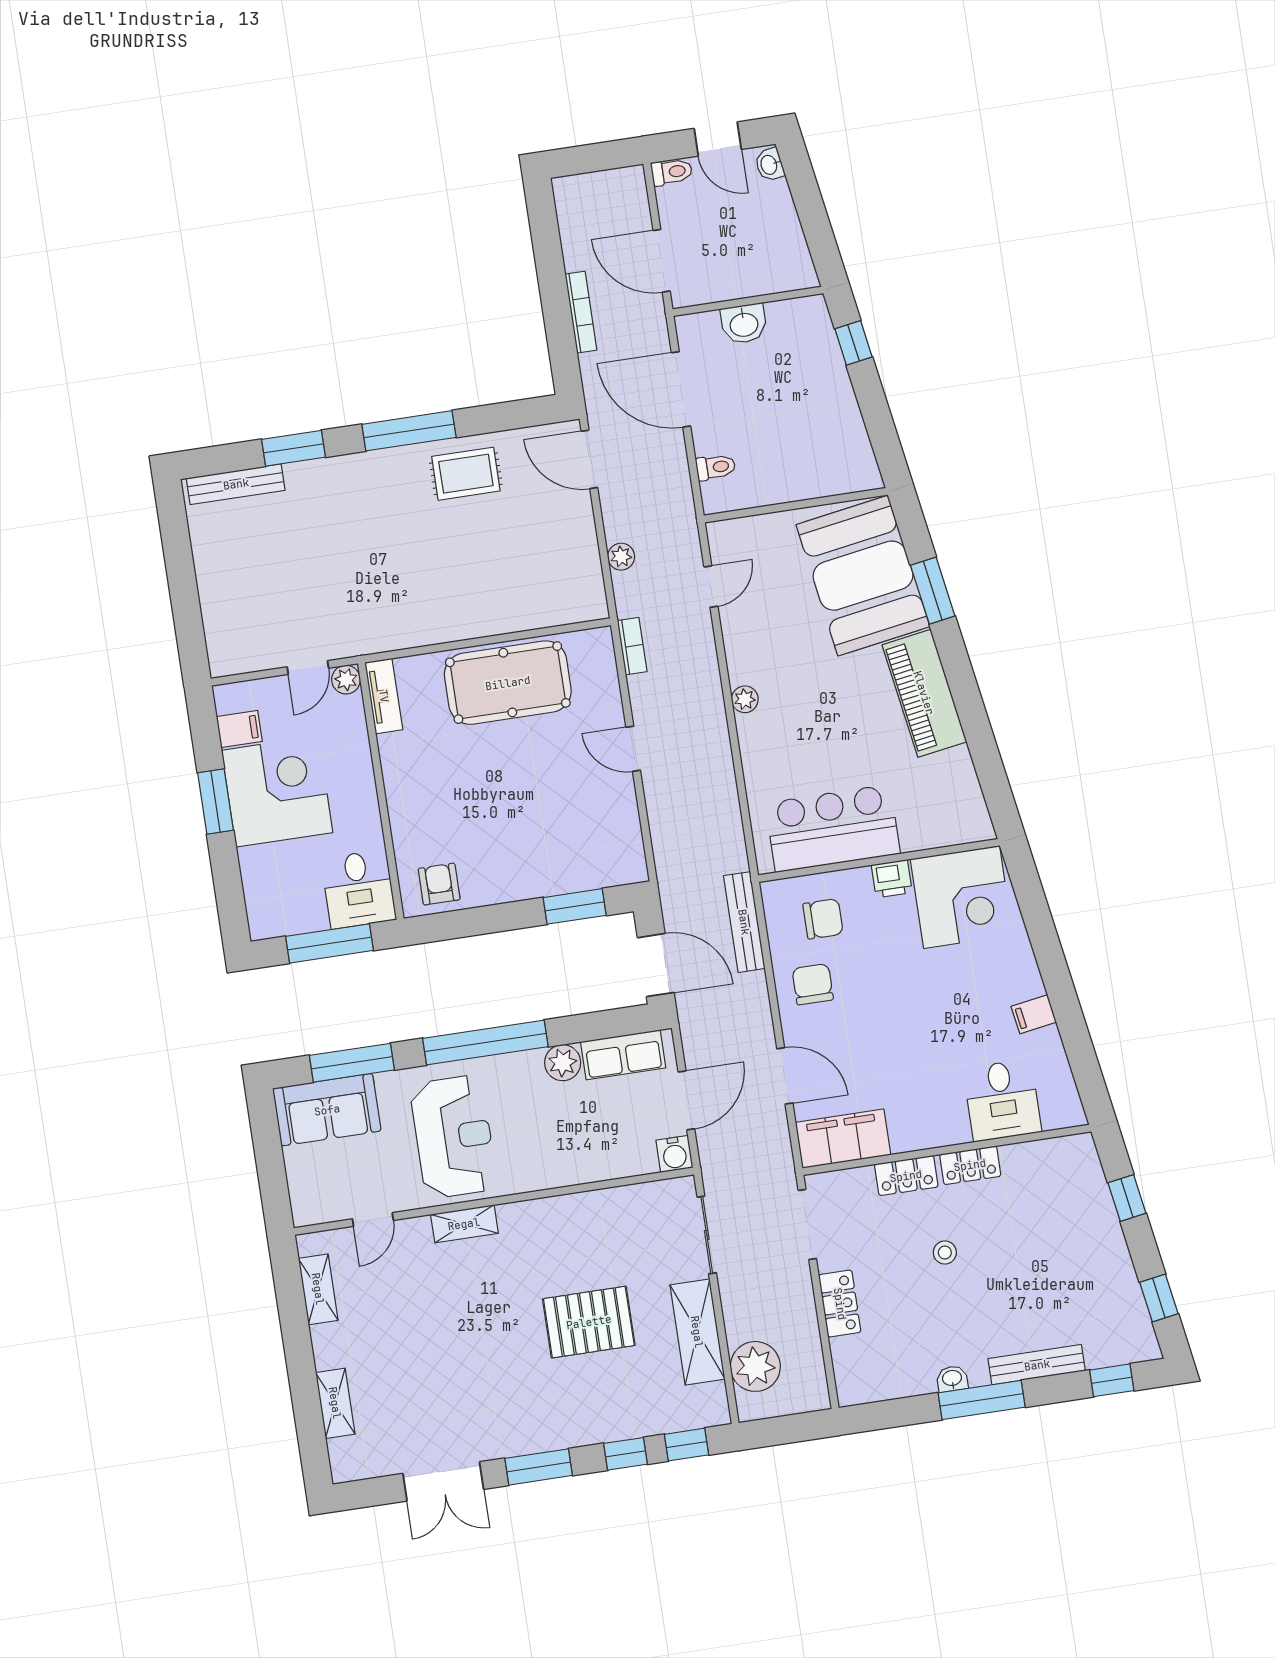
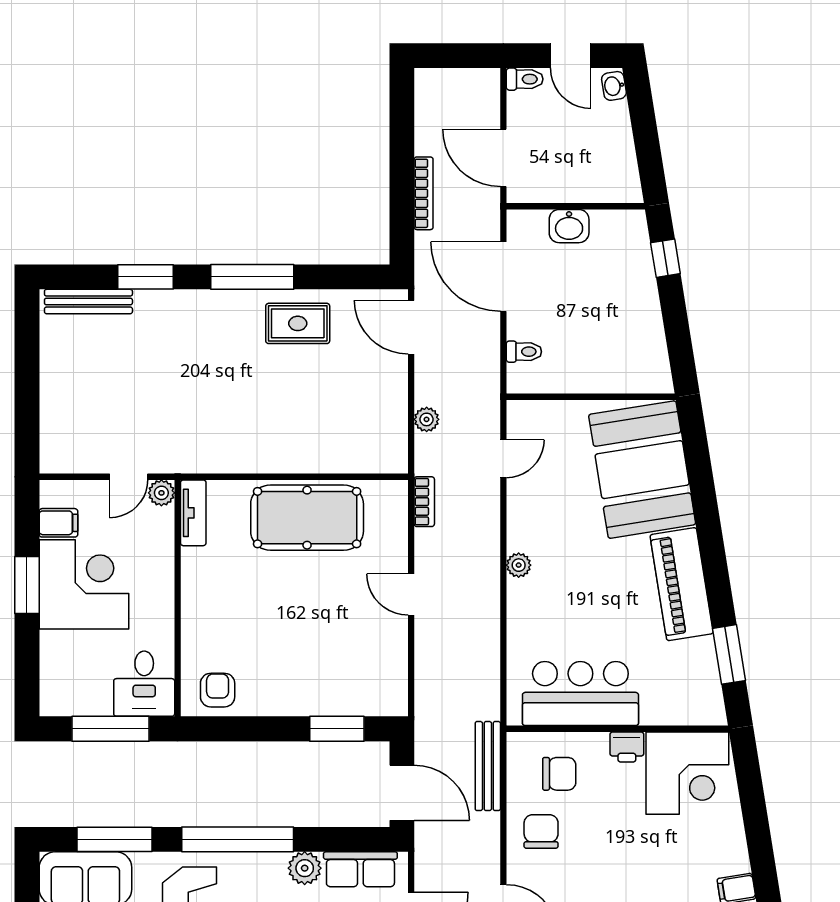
window: (933, 591) -> (729, 654), moved

